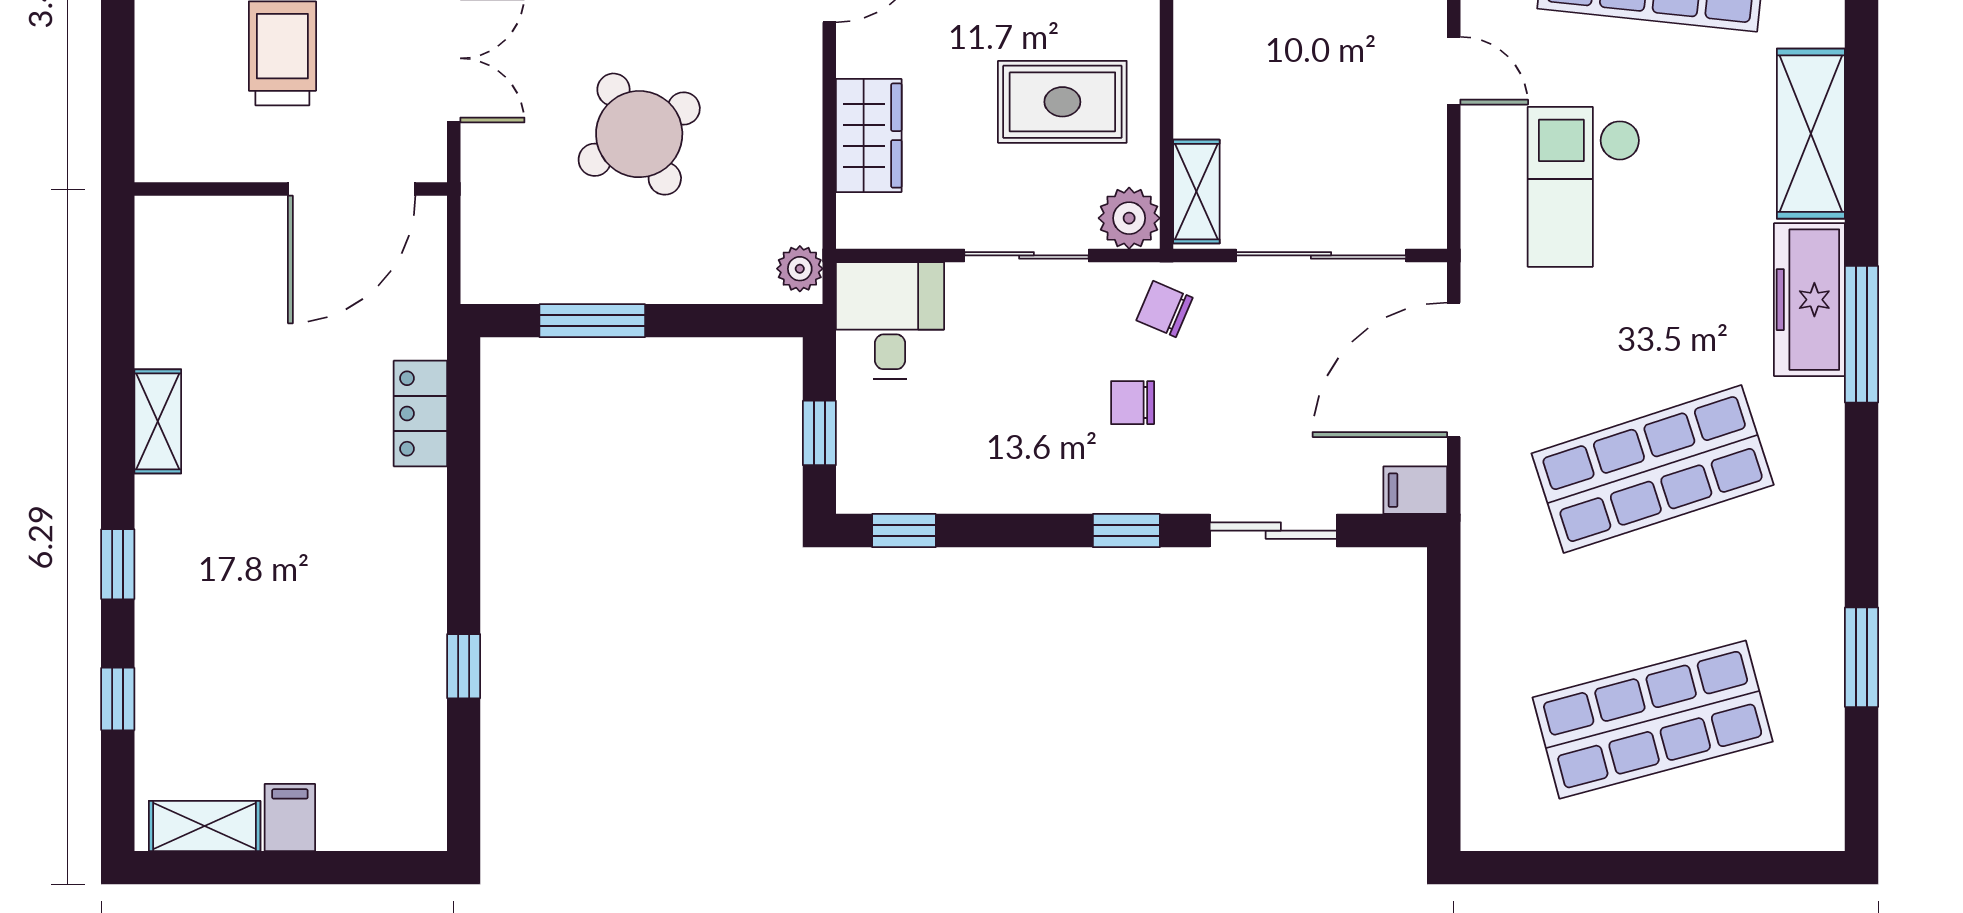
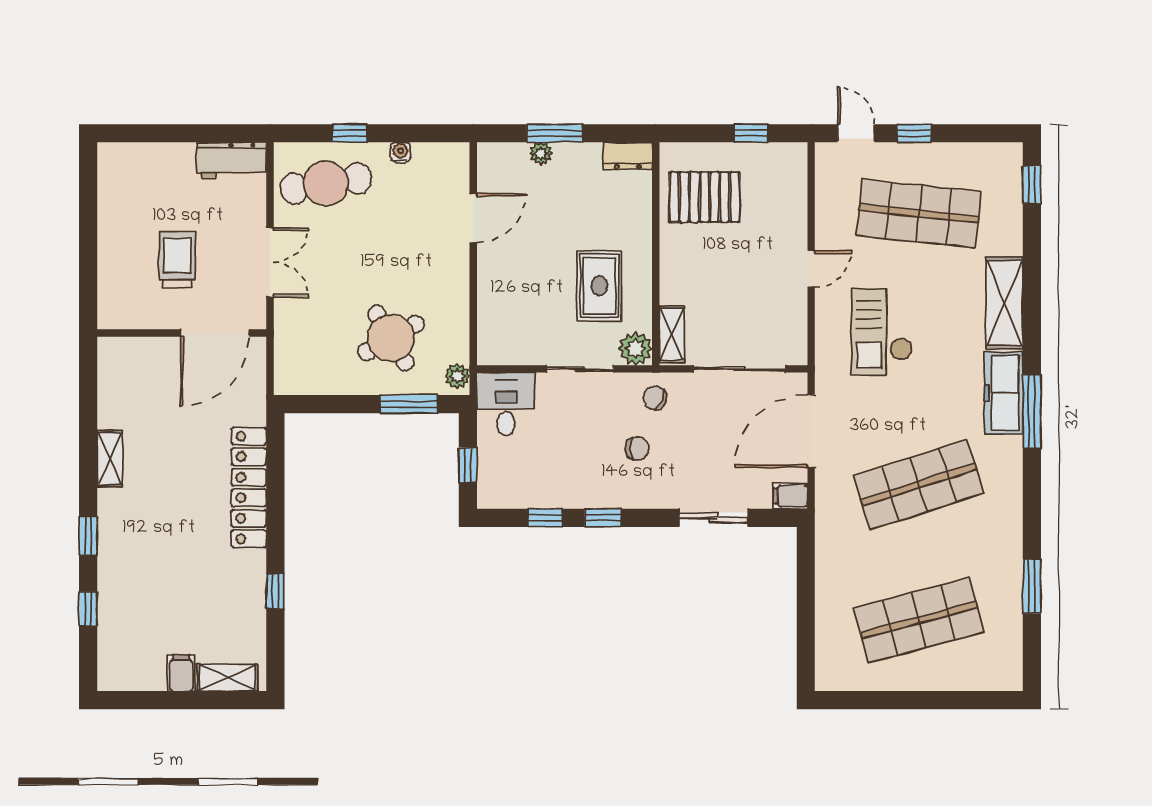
door: (1454, 71) -> (811, 269), hinge flipped
rug: (1062, 102) -> (599, 286), turned 90
round table: (639, 134) -> (391, 338), moved
wardrobe: (869, 136) -> (495, 304), removed
window: (592, 321) -> (409, 404), moved
chair: (1133, 403) -> (637, 449), turned 180
locker: (420, 413) -> (249, 488), width x2.16, depth x1.21
window: (904, 531) -> (545, 518), moved
window: (1126, 531) -> (603, 518), moved
shelving: (205, 826) -> (228, 678), moved

